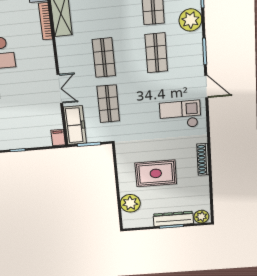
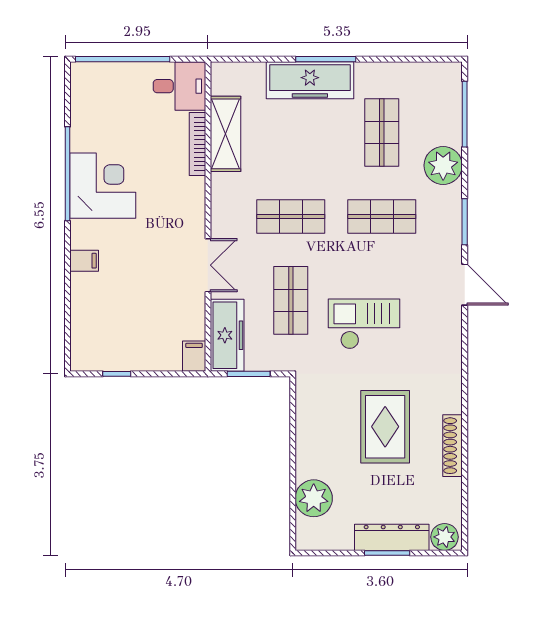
shop shelf: (156, 53) -> (382, 216), turned 90
shop shelf: (104, 58) -> (291, 216), turned 90
checkout: (180, 115) -> (364, 324), moved
shoe rack: (203, 159) -> (453, 446), moved
rug: (156, 173) -> (385, 427), moved, turned 90

